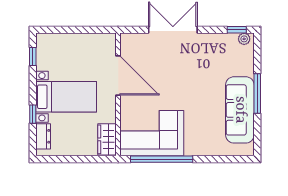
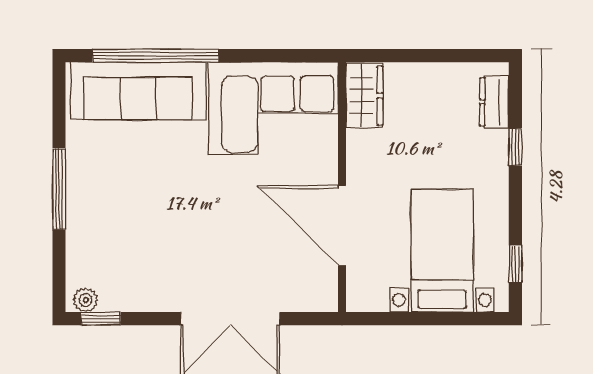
bed with nightstands: (66, 97) -> (442, 251), moved, turned 90
sofa: (240, 110) -> (138, 91), moved, turned 90
window: (162, 159) -> (156, 56), moved

